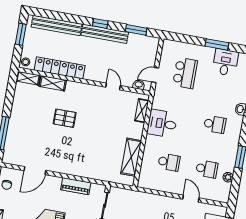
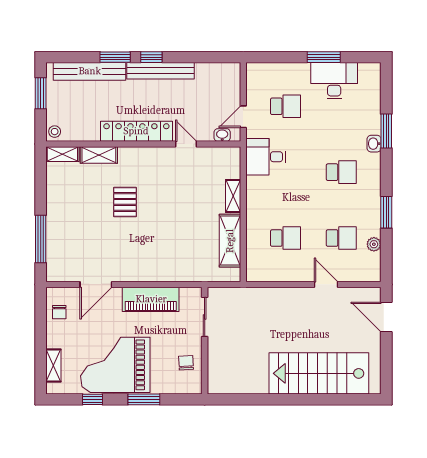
window: (136, 30) -> (115, 57), moved
desk: (225, 62) -> (334, 81), width x1.37
locker: (60, 68) -> (136, 131), moved
school desk: (185, 73) -> (286, 106), width x0.54
shelving: (142, 111) -> (233, 196), moved
pallet: (65, 118) -> (125, 202), turned 90
desk: (162, 124) -> (266, 157), moved
piano: (76, 186) -> (151, 299), width x1.37, depth x1.33

